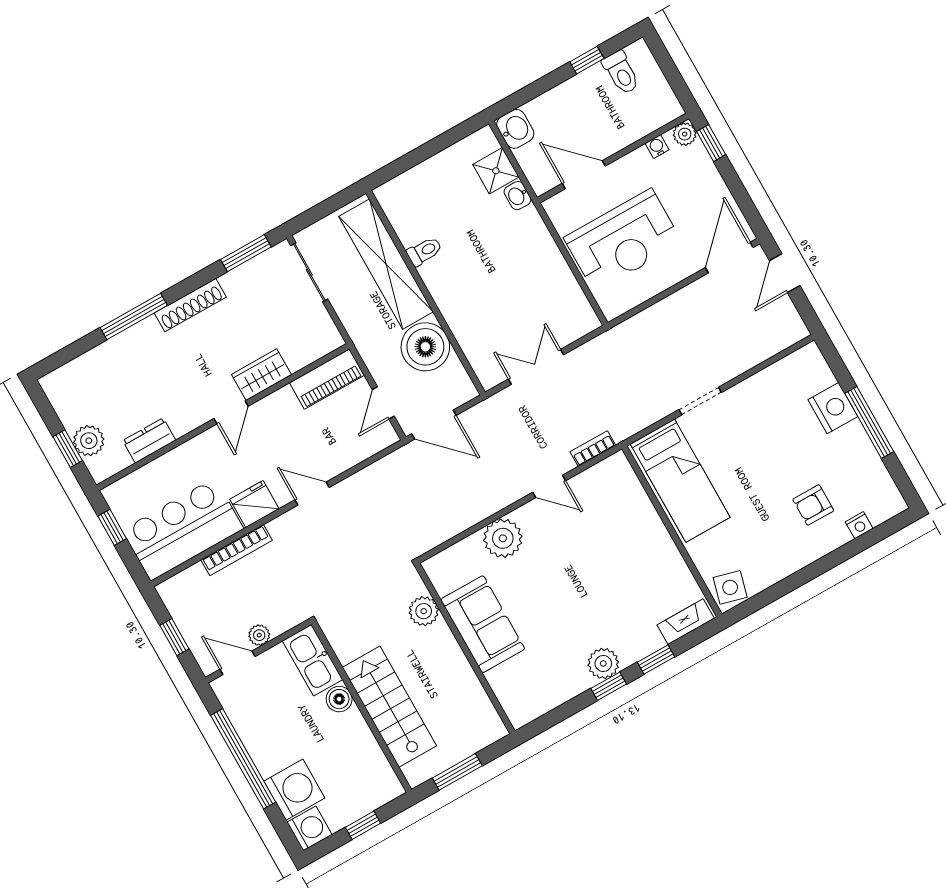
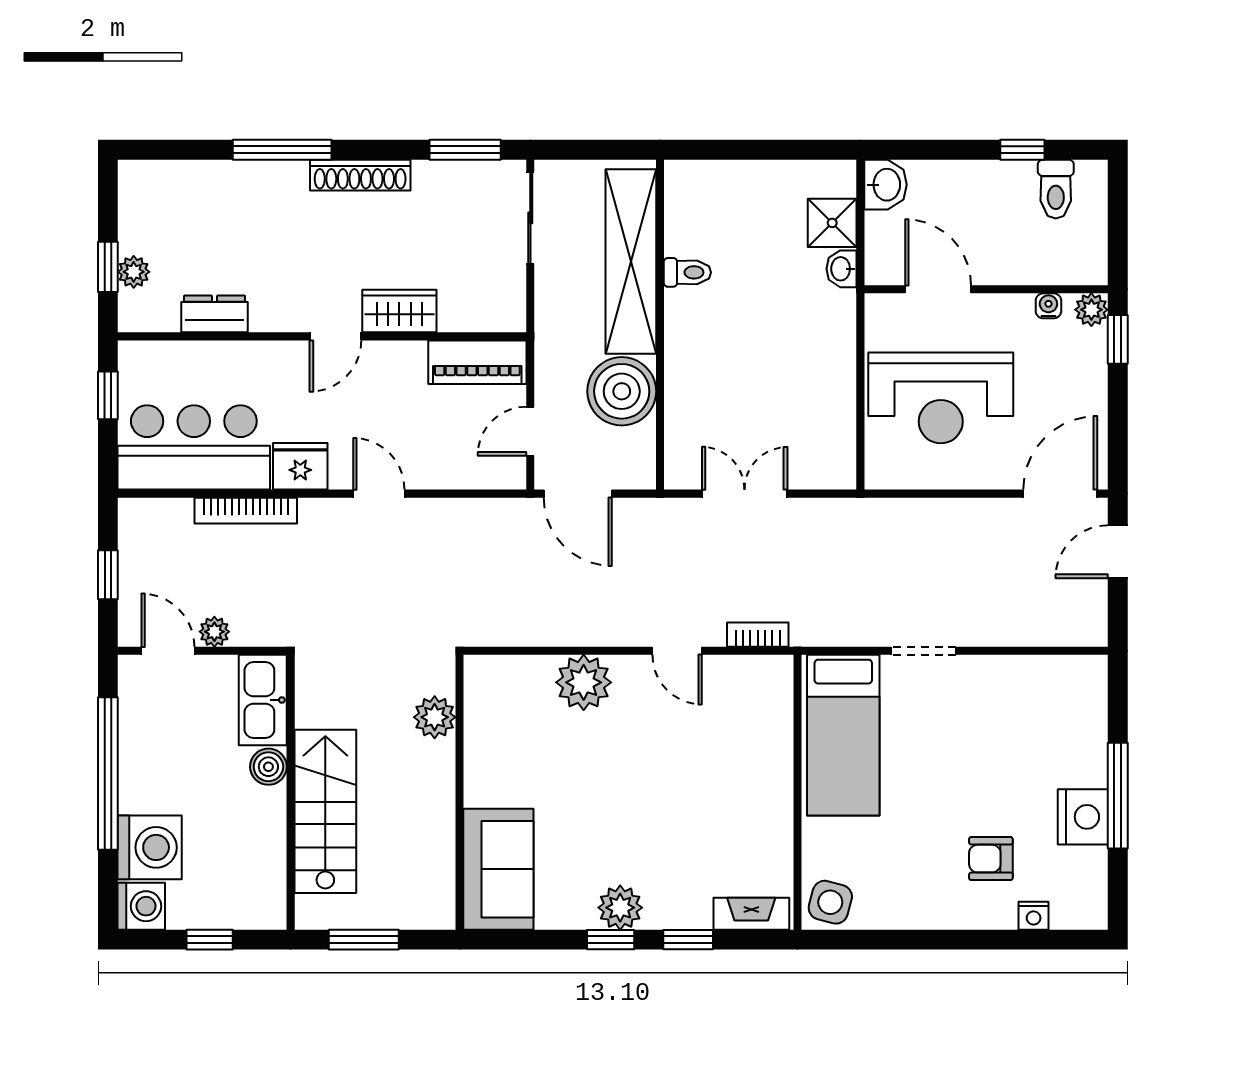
nightstand: (833, 408) -> (1083, 817), moved
plant: (89, 441) -> (134, 272), width x0.73, depth x0.73
sofa: (483, 624) -> (498, 869), moved

